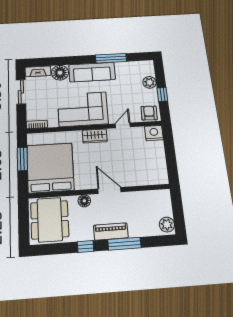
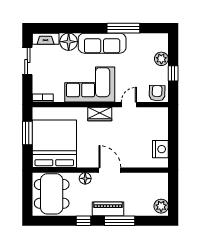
nightstand: (154, 133) -> (160, 149), moved, turned 90

